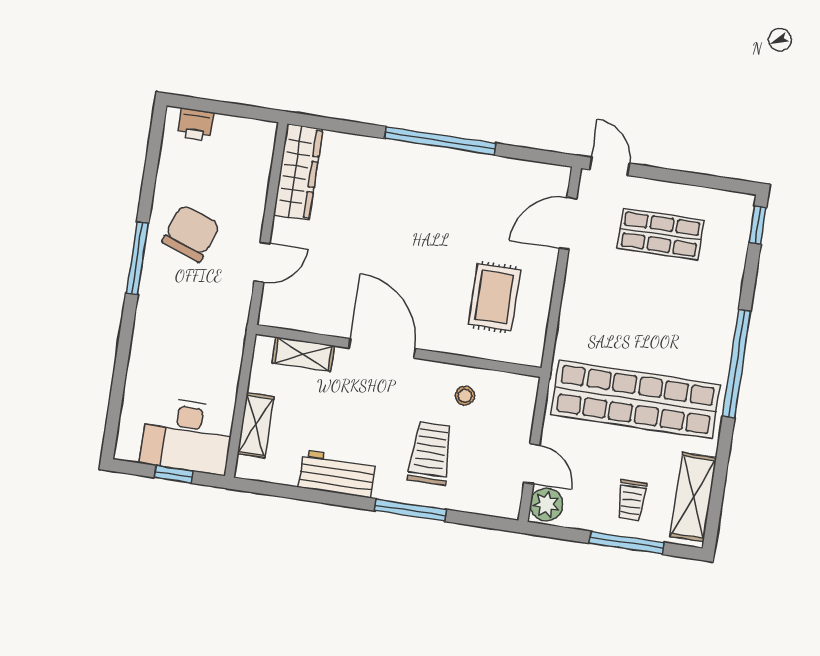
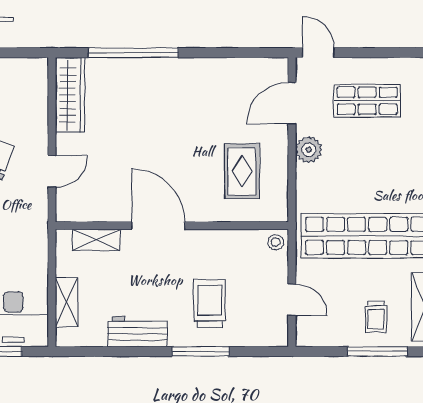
window: (440, 141) -> (133, 53), moved
stool: (465, 396) -> (276, 242), moved
plant: (546, 505) -> (309, 150), moved

